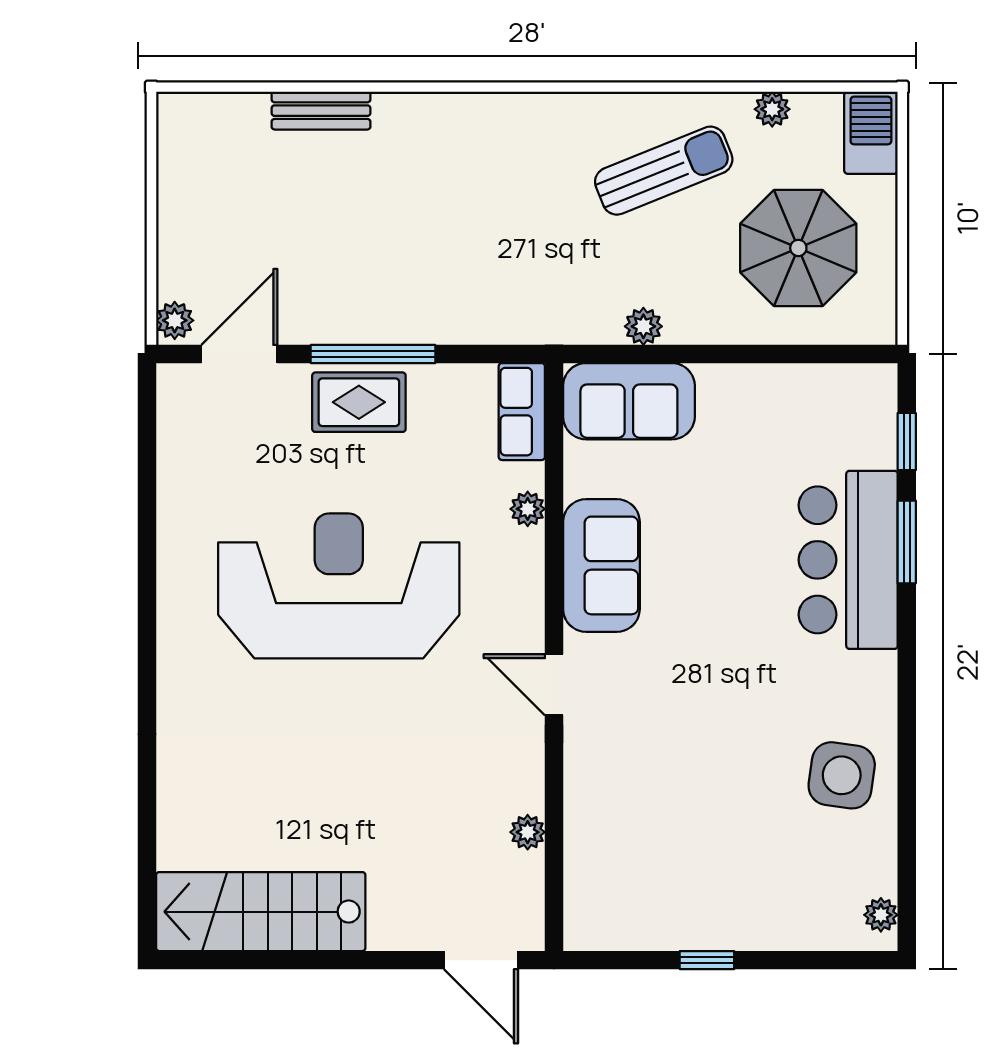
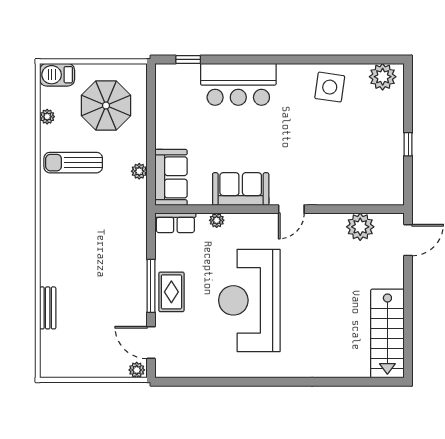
sun lounger: (664, 171) -> (73, 163), turned -68
window: (907, 542) -> (231, 59), removed
plant: (528, 832) -> (360, 227), width x1.88, depth x1.88
plant: (881, 915) -> (383, 77), width x1.88, depth x1.88

